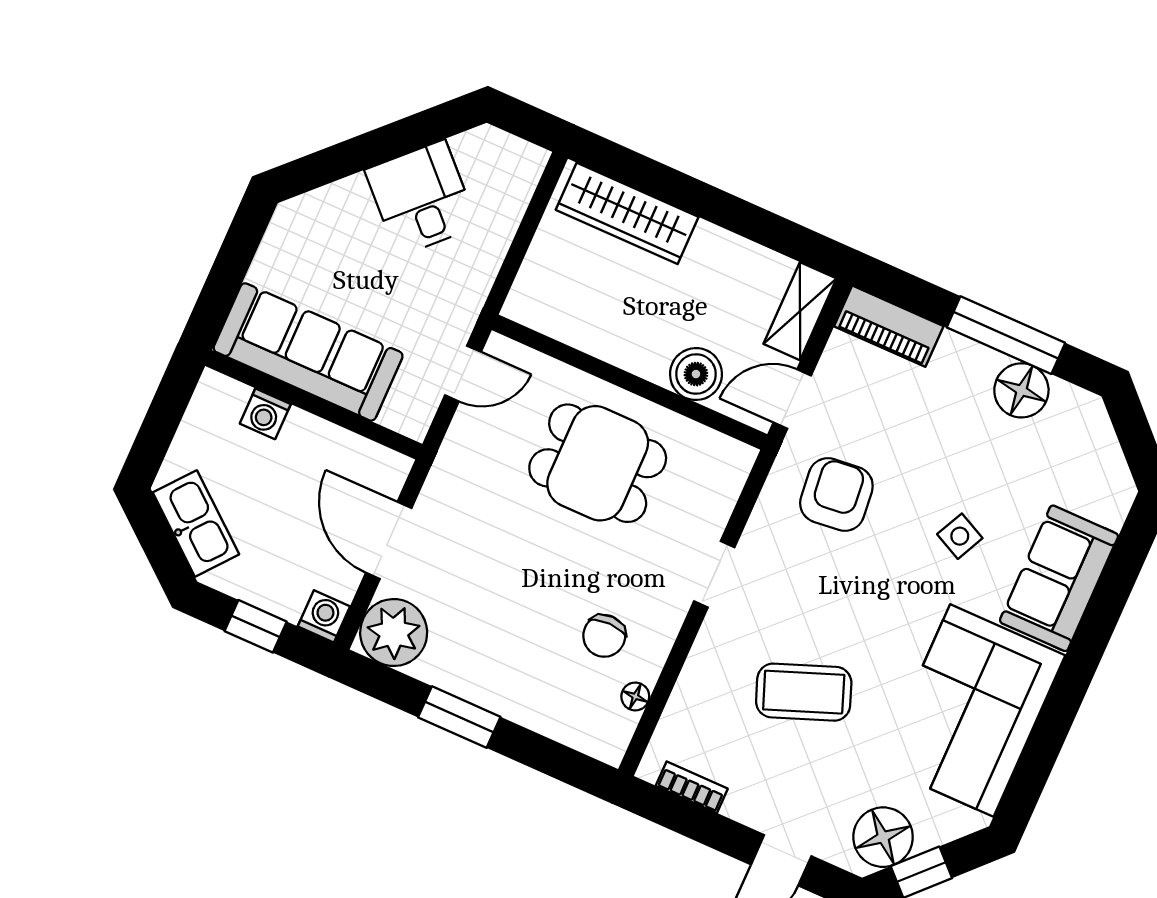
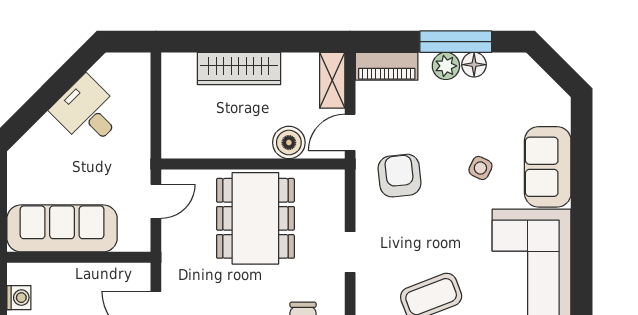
wardrobe: (627, 213) -> (239, 68), moved
plant: (976, 364) -> (446, 66), added
floor lamp: (1021, 390) -> (474, 65), width x0.73, depth x0.73
washing machine: (265, 414) -> (19, 298), moved, turned -90
dining table: (598, 463) -> (255, 218), width x1.38

